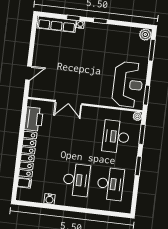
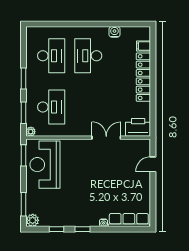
window: (73, 18) -> (56, 229), moved
printer: (34, 119) -> (138, 127), moved, turned 90
desk: (110, 184) -> (51, 56), turned 180

